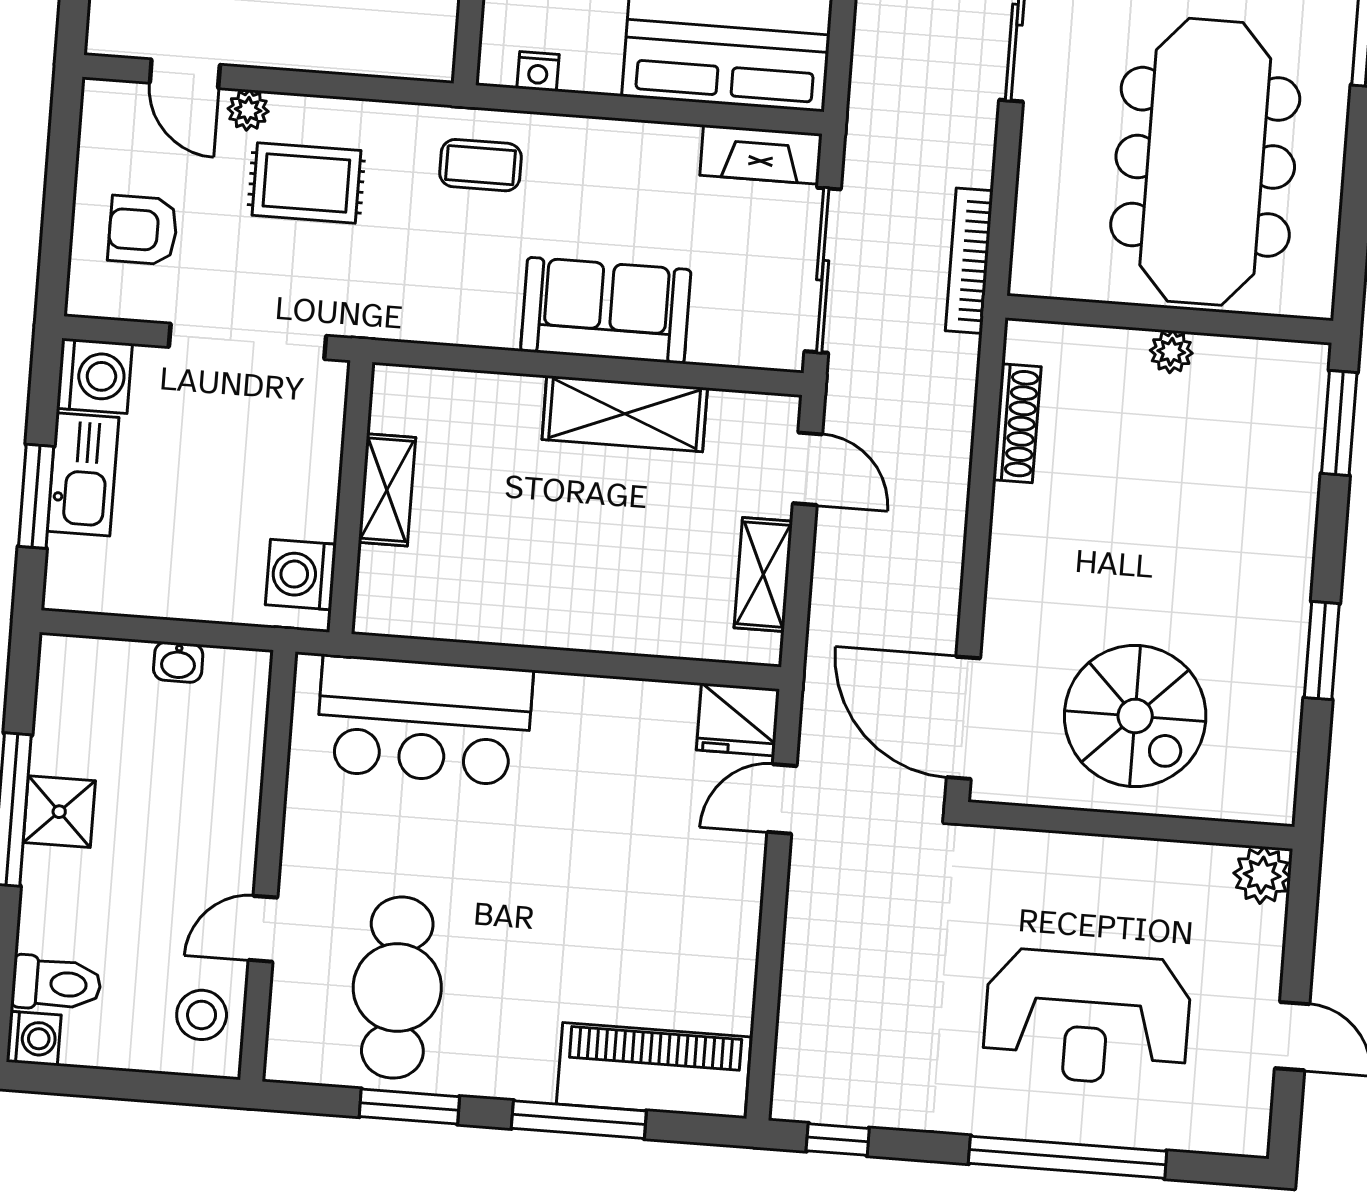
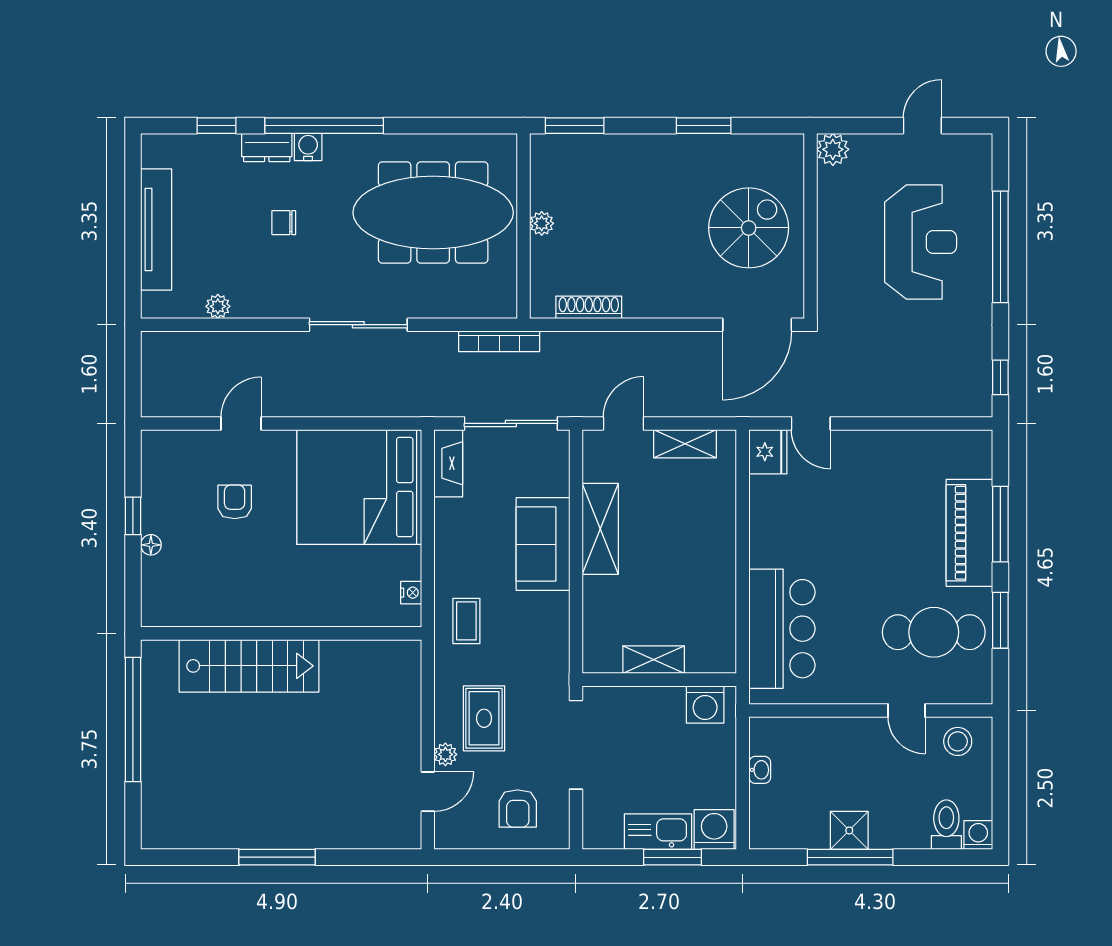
washing machine: (94, 376) -> (714, 830), moved
piano: (654, 1071) -> (969, 533), moved

